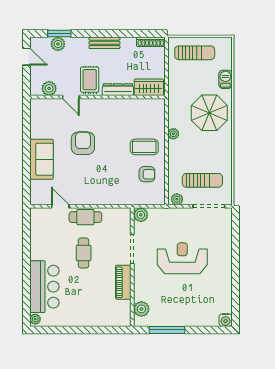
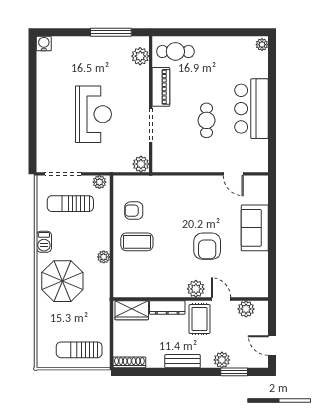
plant: (58, 44) -> (222, 360), moved
barbecue: (225, 79) -> (44, 242), moved
plant: (93, 106) -> (196, 289), added
cafe table: (85, 217) -> (175, 51), moved
reception desk: (182, 258) -> (93, 114), turned -90
bar counter: (44, 287) -> (251, 109), moved

